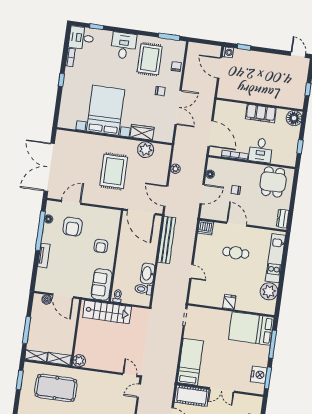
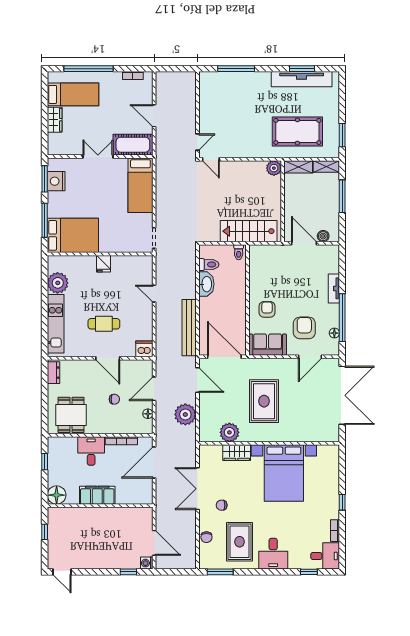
door: (211, 134) -> (154, 462), hinge flipped
plant: (175, 169) -> (185, 414), width x1.87, depth x1.87
sofa: (102, 285) -> (268, 345), moved, turned -90

